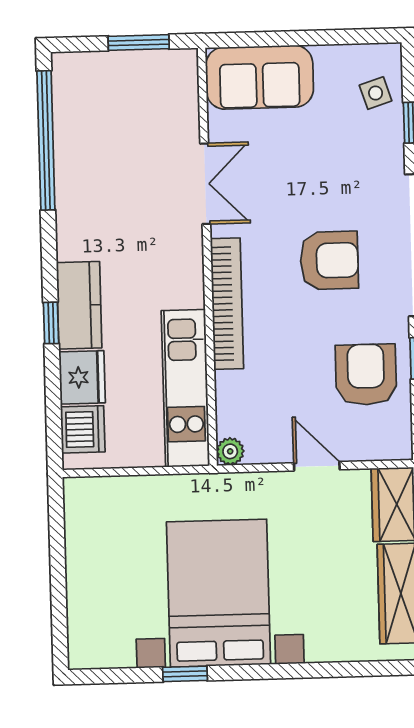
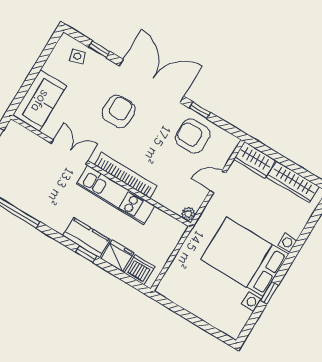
armchair: (329, 260) -> (119, 111), moved
kitchen unit: (185, 388) -> (116, 195), moved

